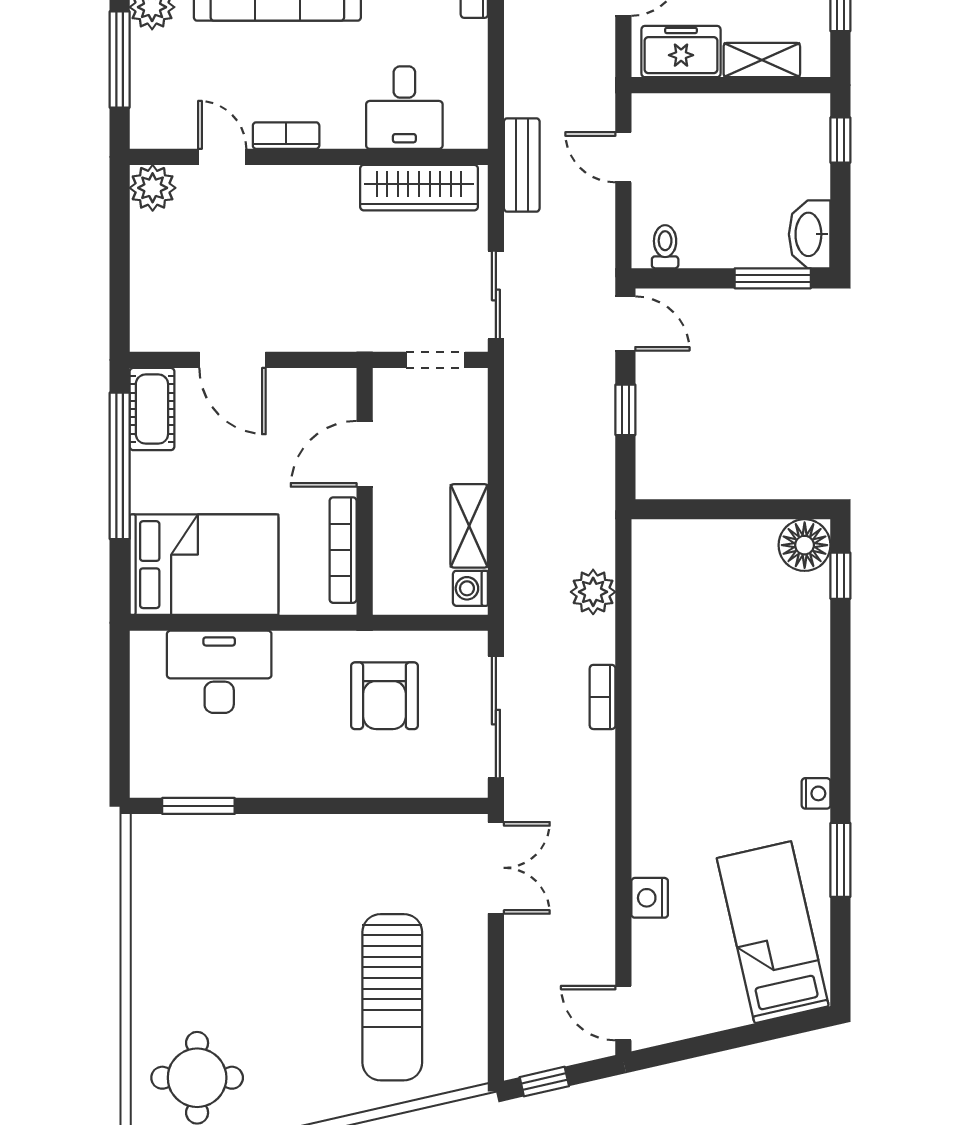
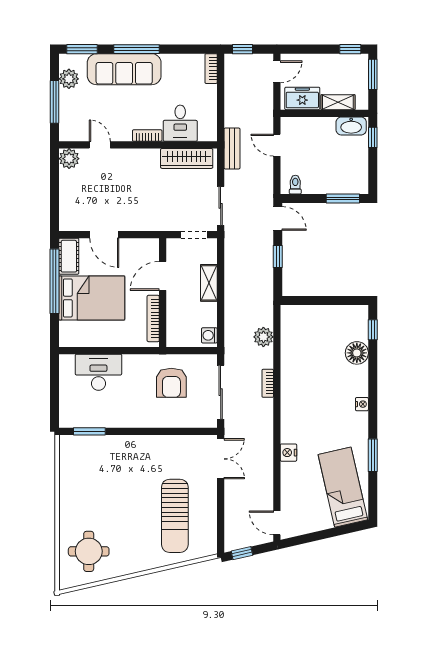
bookcase: (286, 136) -> (147, 136), moved
washbasin: (810, 234) -> (351, 126), moved, turned -90
shelving: (469, 526) -> (209, 283), moved
floor lamp: (805, 545) -> (357, 353), moved
bed: (204, 565) -> (92, 298), moved
nightstand: (816, 793) -> (362, 404), moved
nightstand: (650, 898) -> (288, 453), moved

